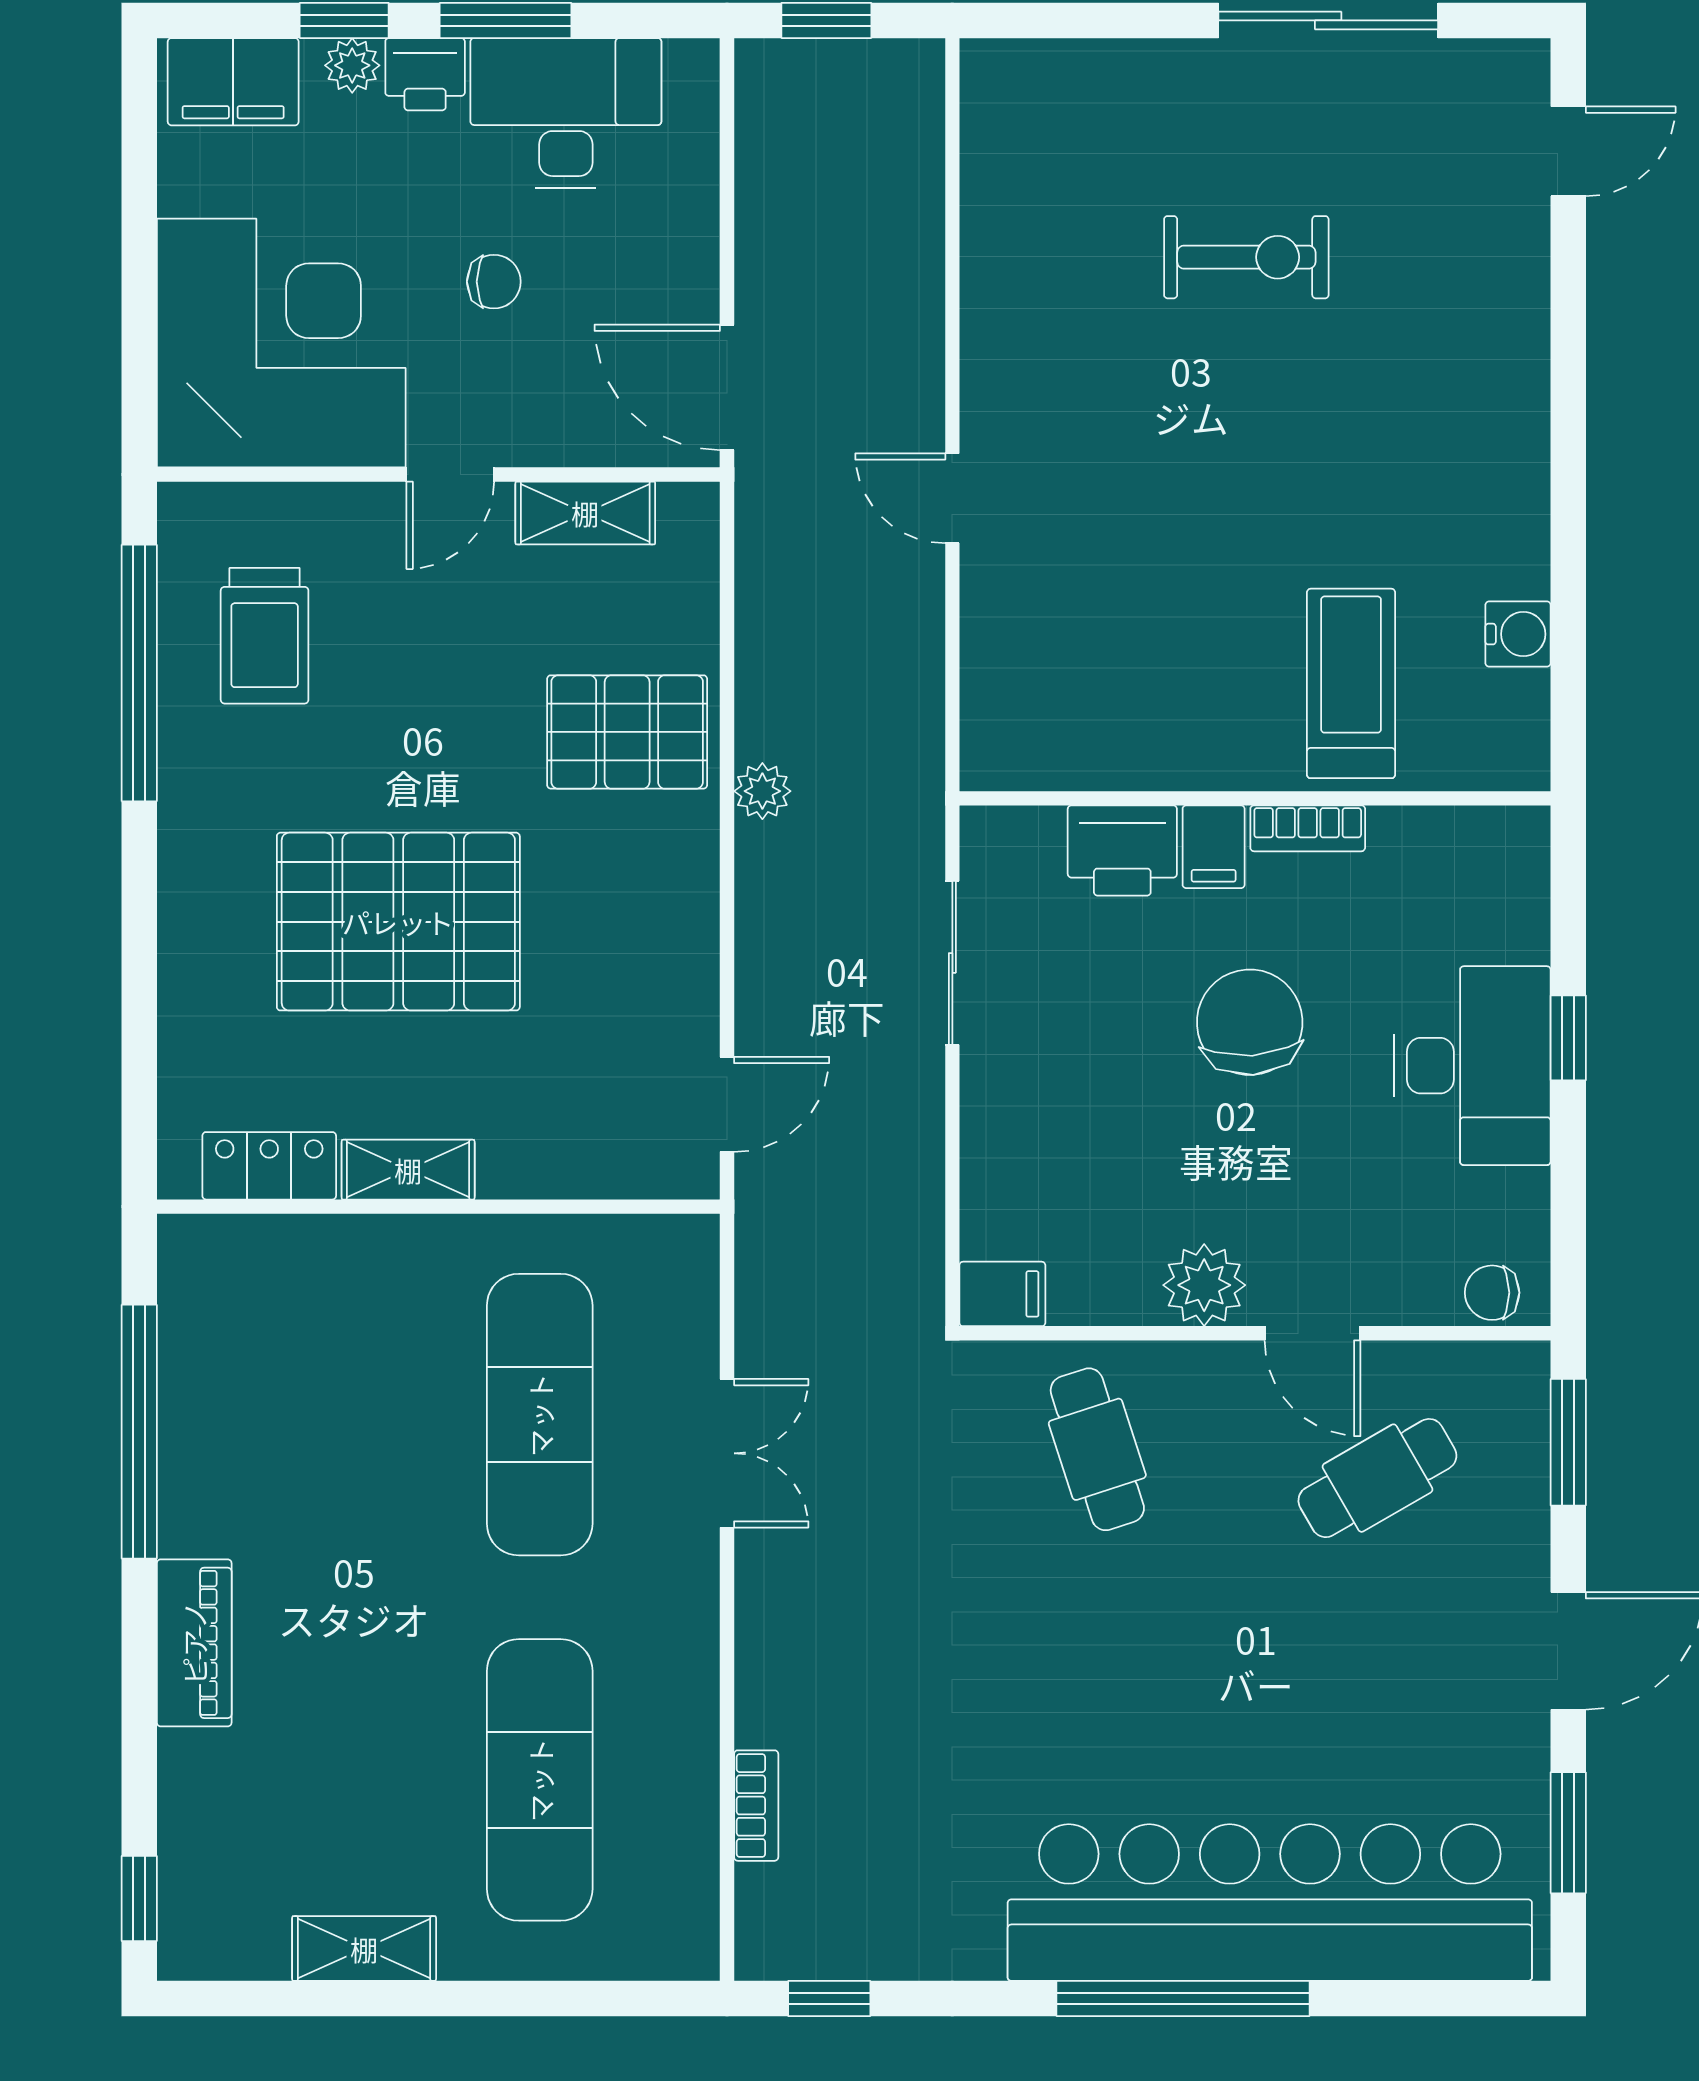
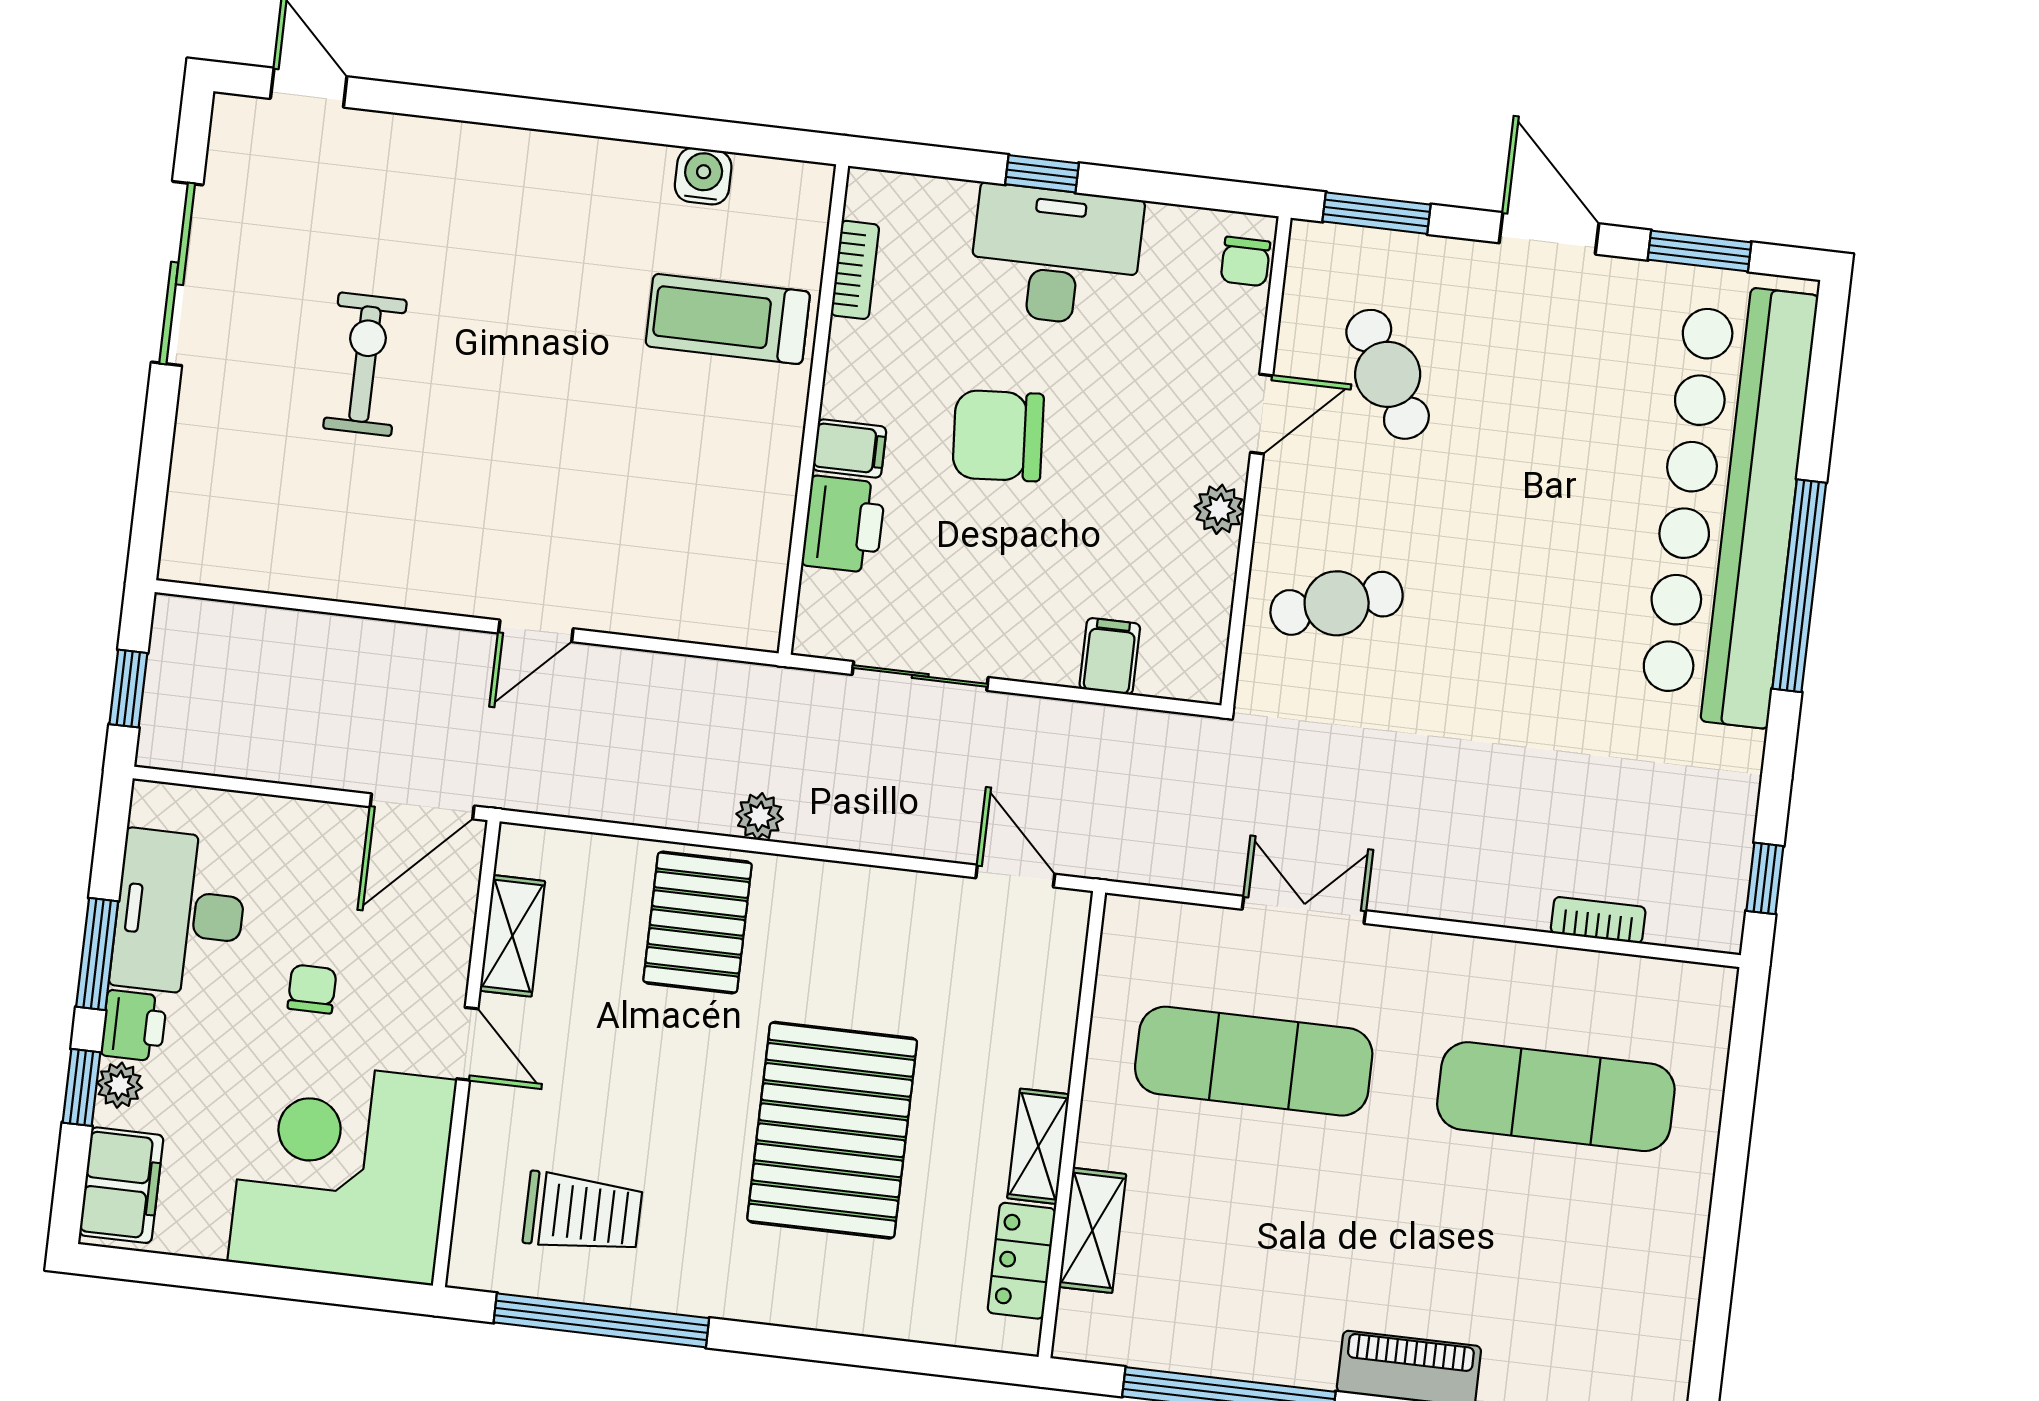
bookcase: (1308, 828) -> (855, 270), moved
plant: (1204, 1285) -> (1219, 509), width x0.73, depth x0.73
filing cabinet: (1002, 1294) -> (1110, 656), moved
shelving: (364, 1949) -> (1092, 1230), moved

